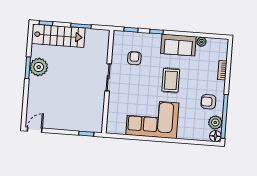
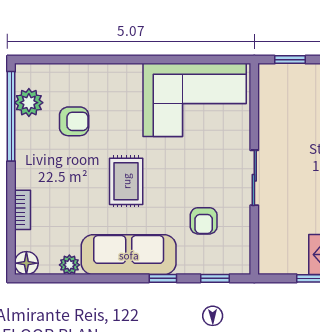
sofa: (178, 45) -> (129, 255), width x1.36
armchair: (208, 102) -> (74, 121), moved
corner sofa: (152, 119) -> (195, 100), moved
floor lamp: (215, 136) -> (26, 263), moved

